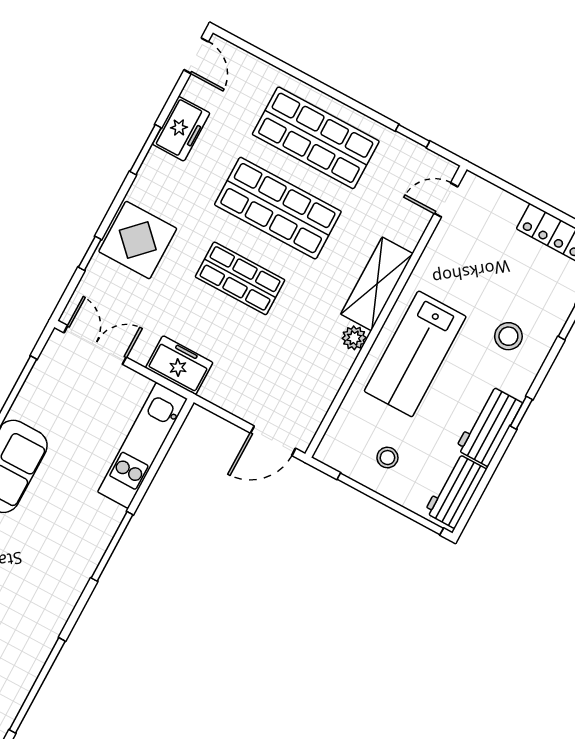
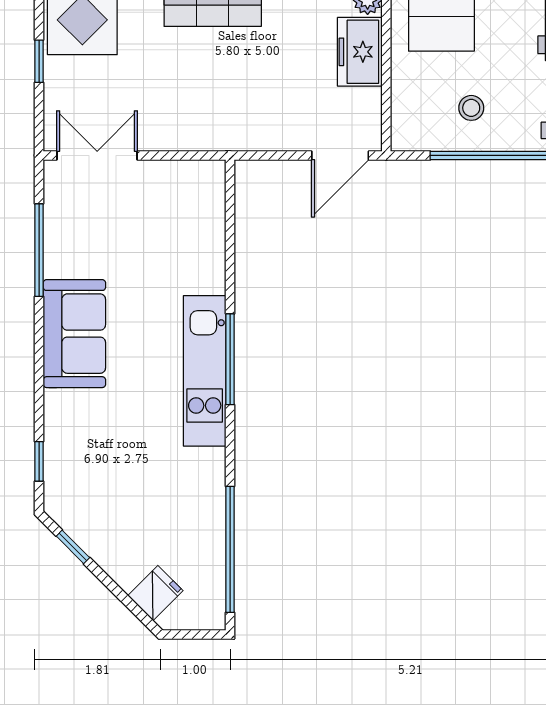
freezer: (179, 365) -> (360, 52), moved, turned -90
kitchen unit: (143, 445) -> (205, 371), moved

